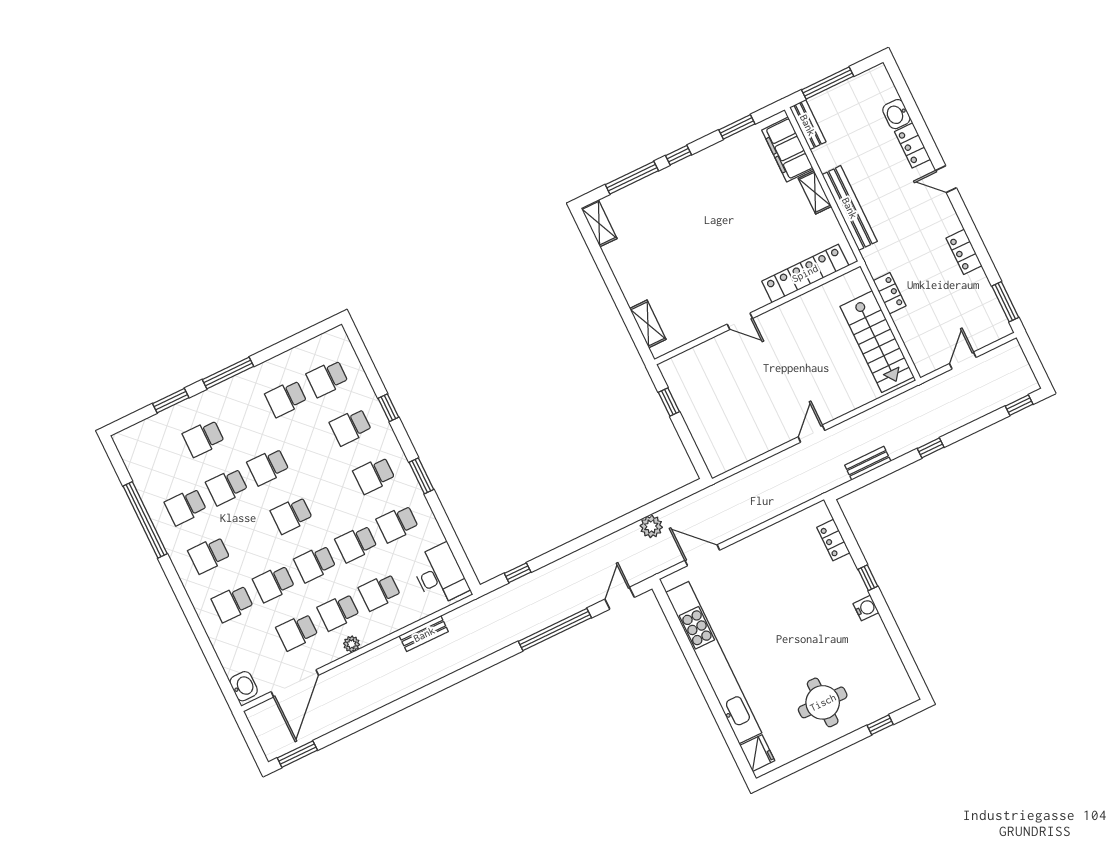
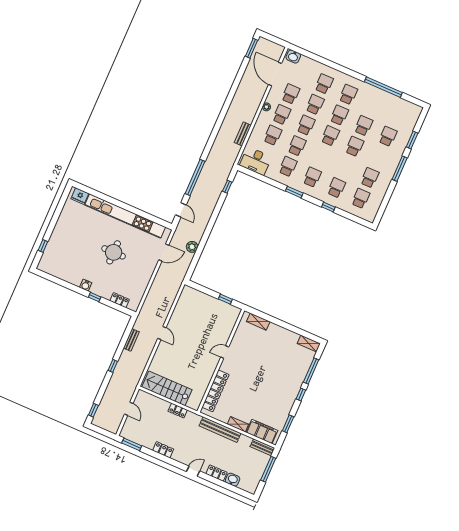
school desk: (186, 507) -> (339, 115), moved
round table: (823, 702) -> (114, 252), moved

